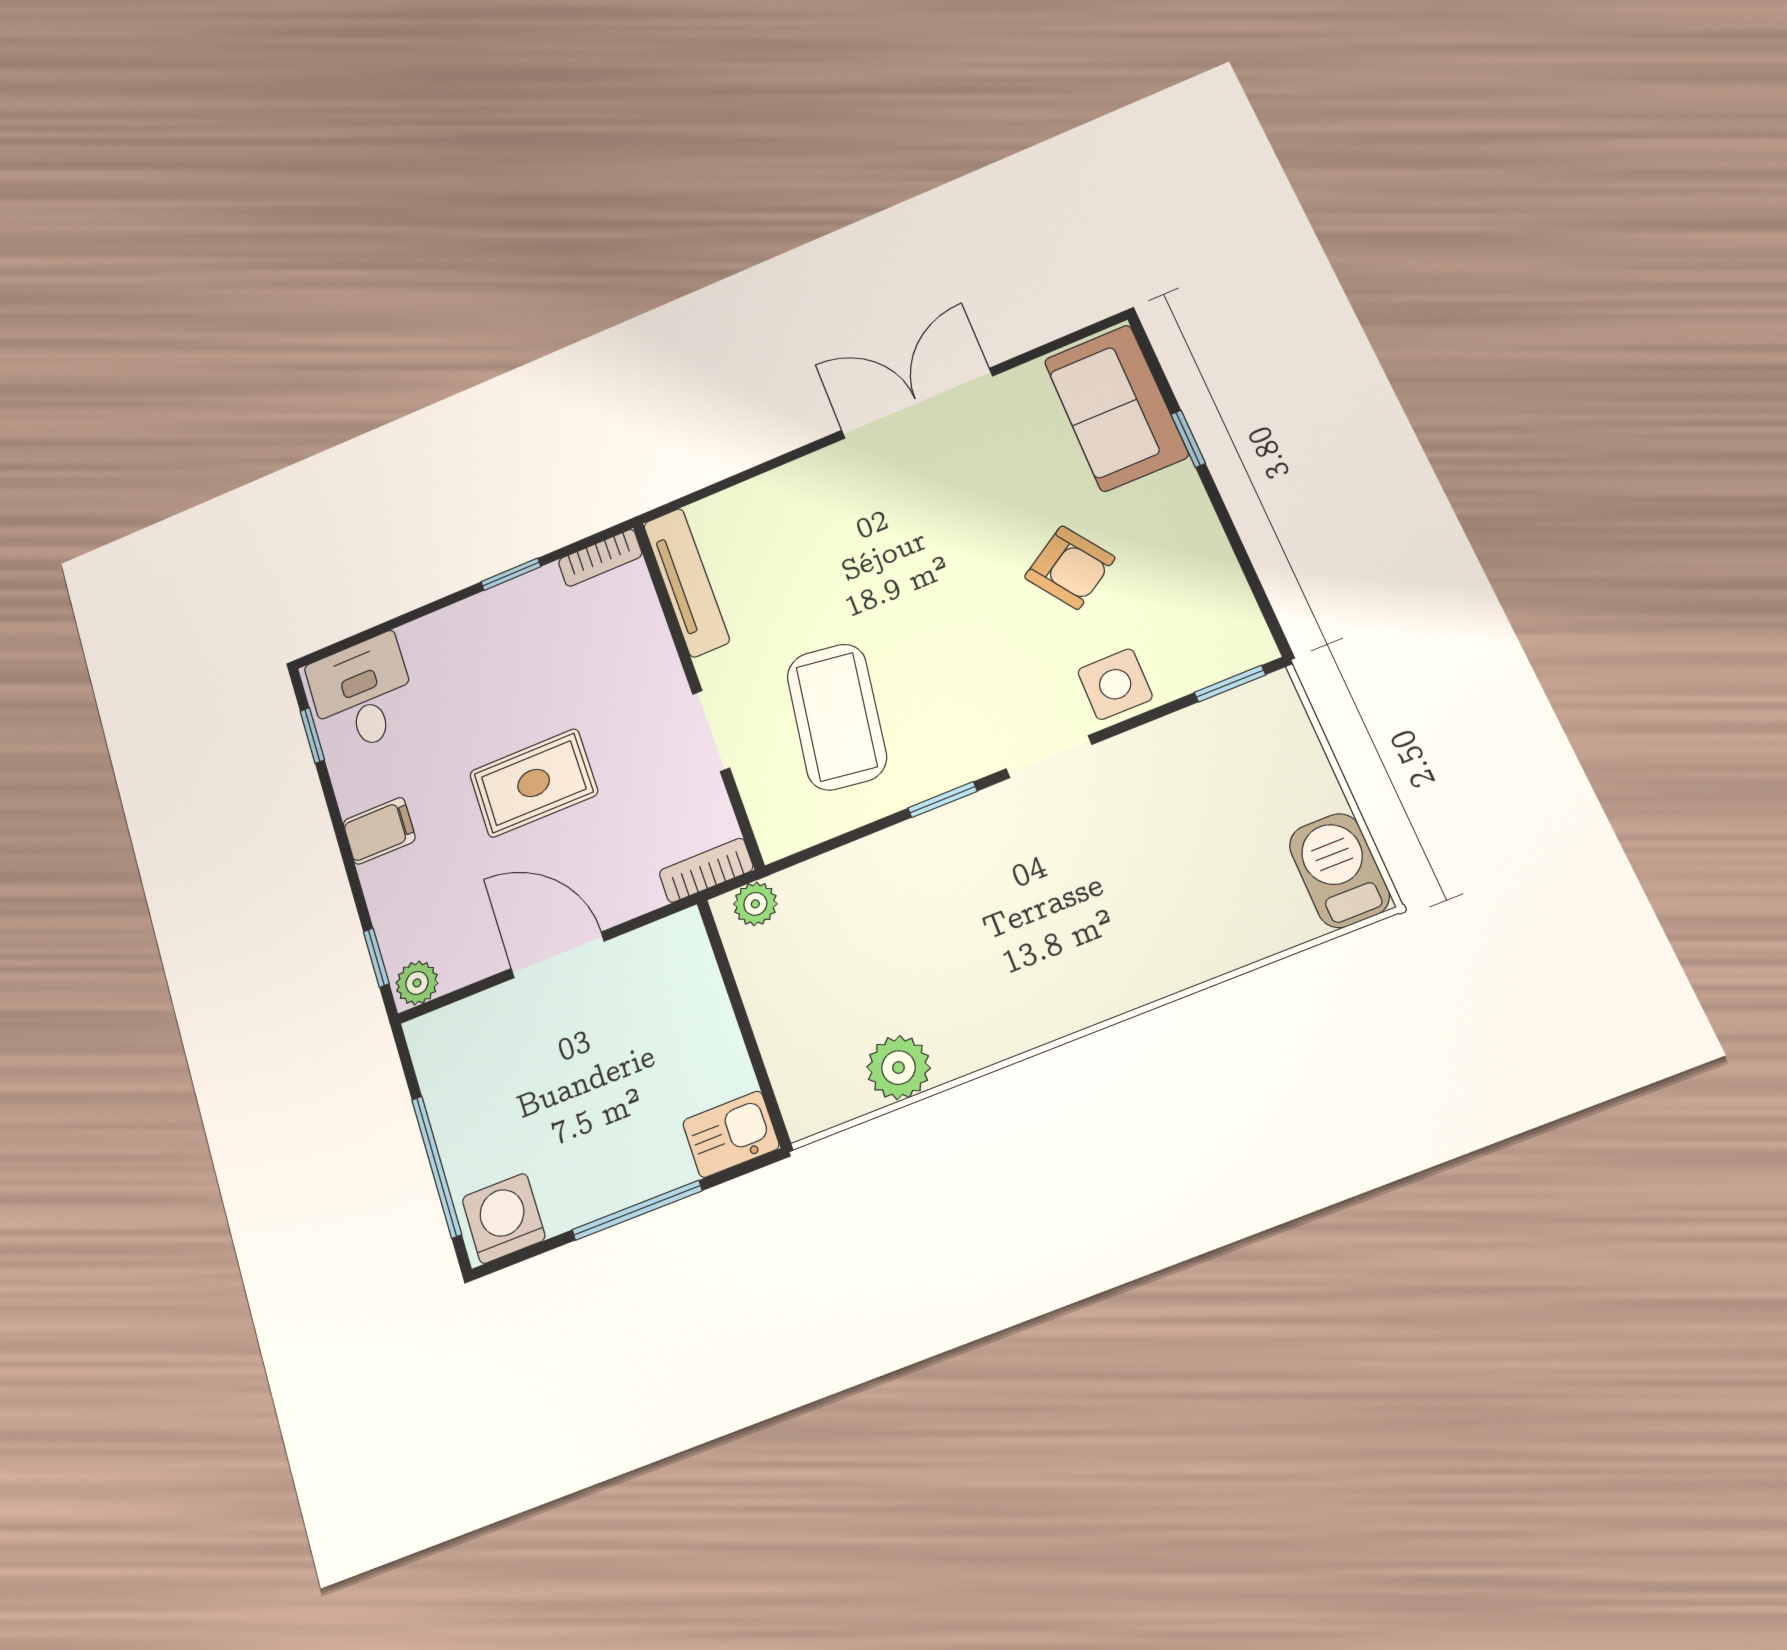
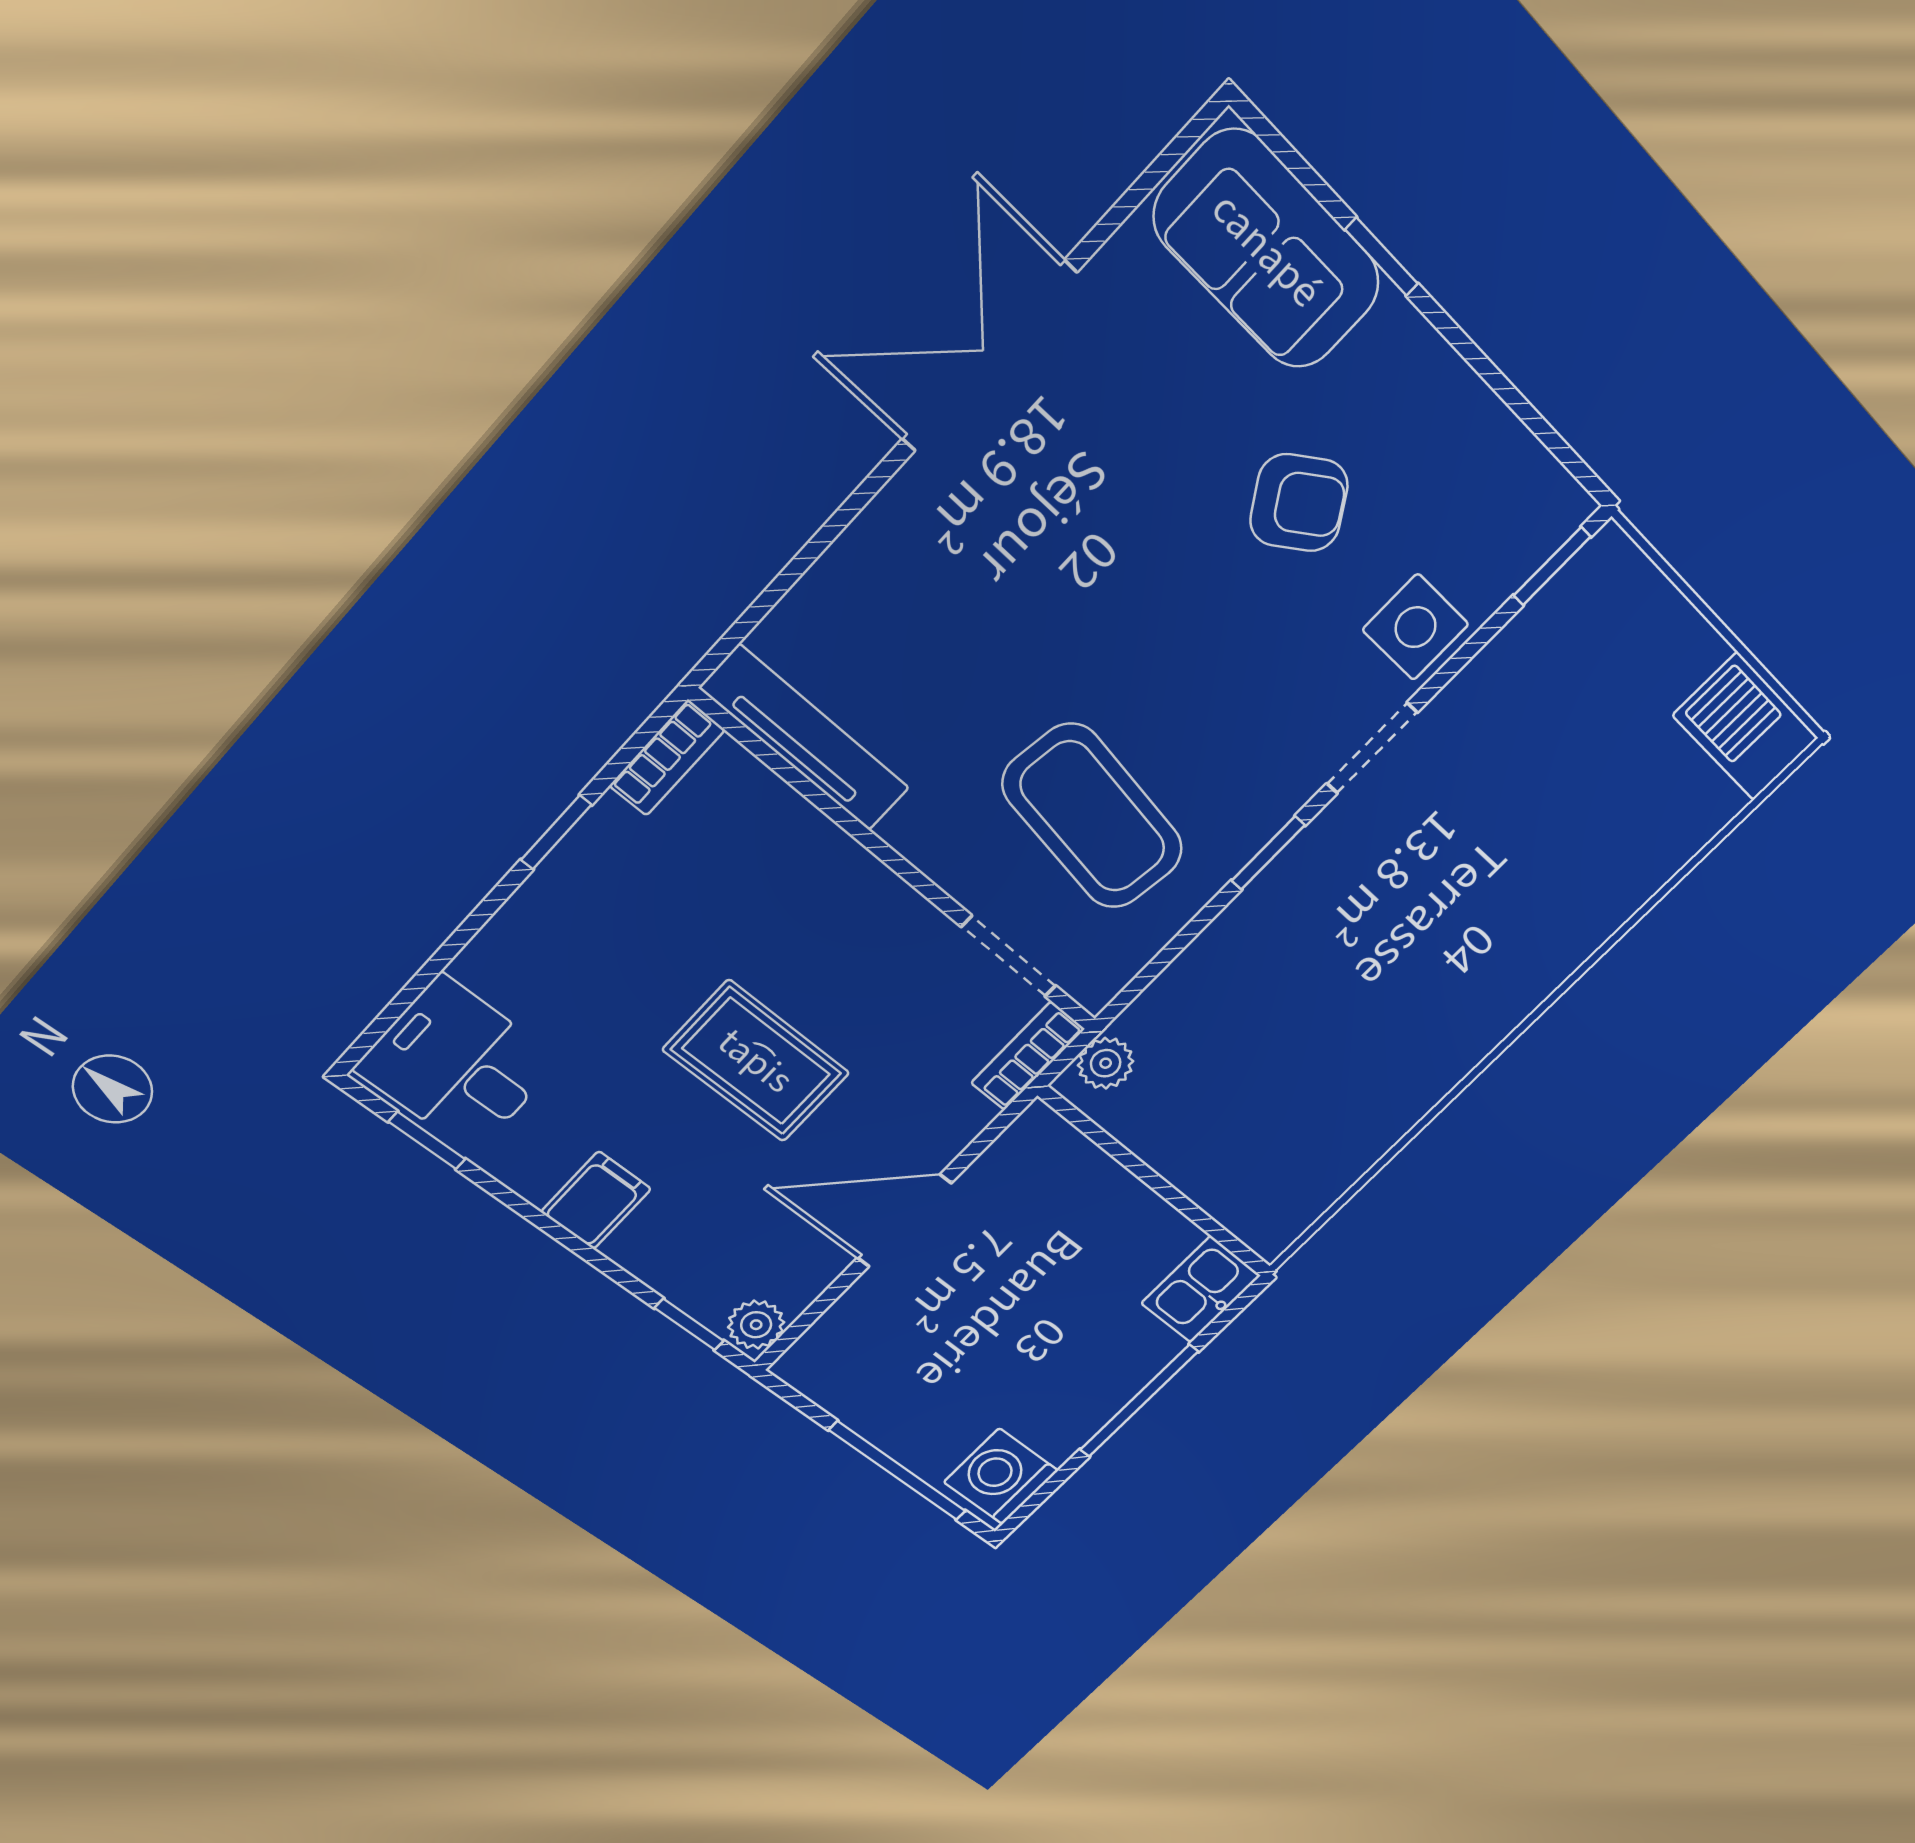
doorway: (711, 731) -> (1009, 956), moved
rug: (534, 783) -> (756, 1061), turned 90
plant: (898, 1068) -> (1349, 1145), removed

